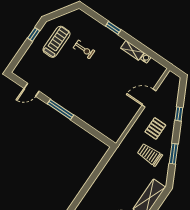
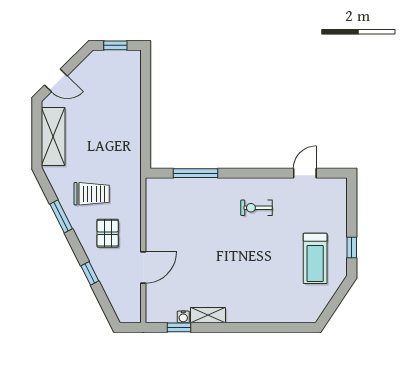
window: (113, 28) -> (179, 327), moved
exercise bike: (84, 49) -> (257, 208), moved
window: (60, 109) -> (196, 173), moved

